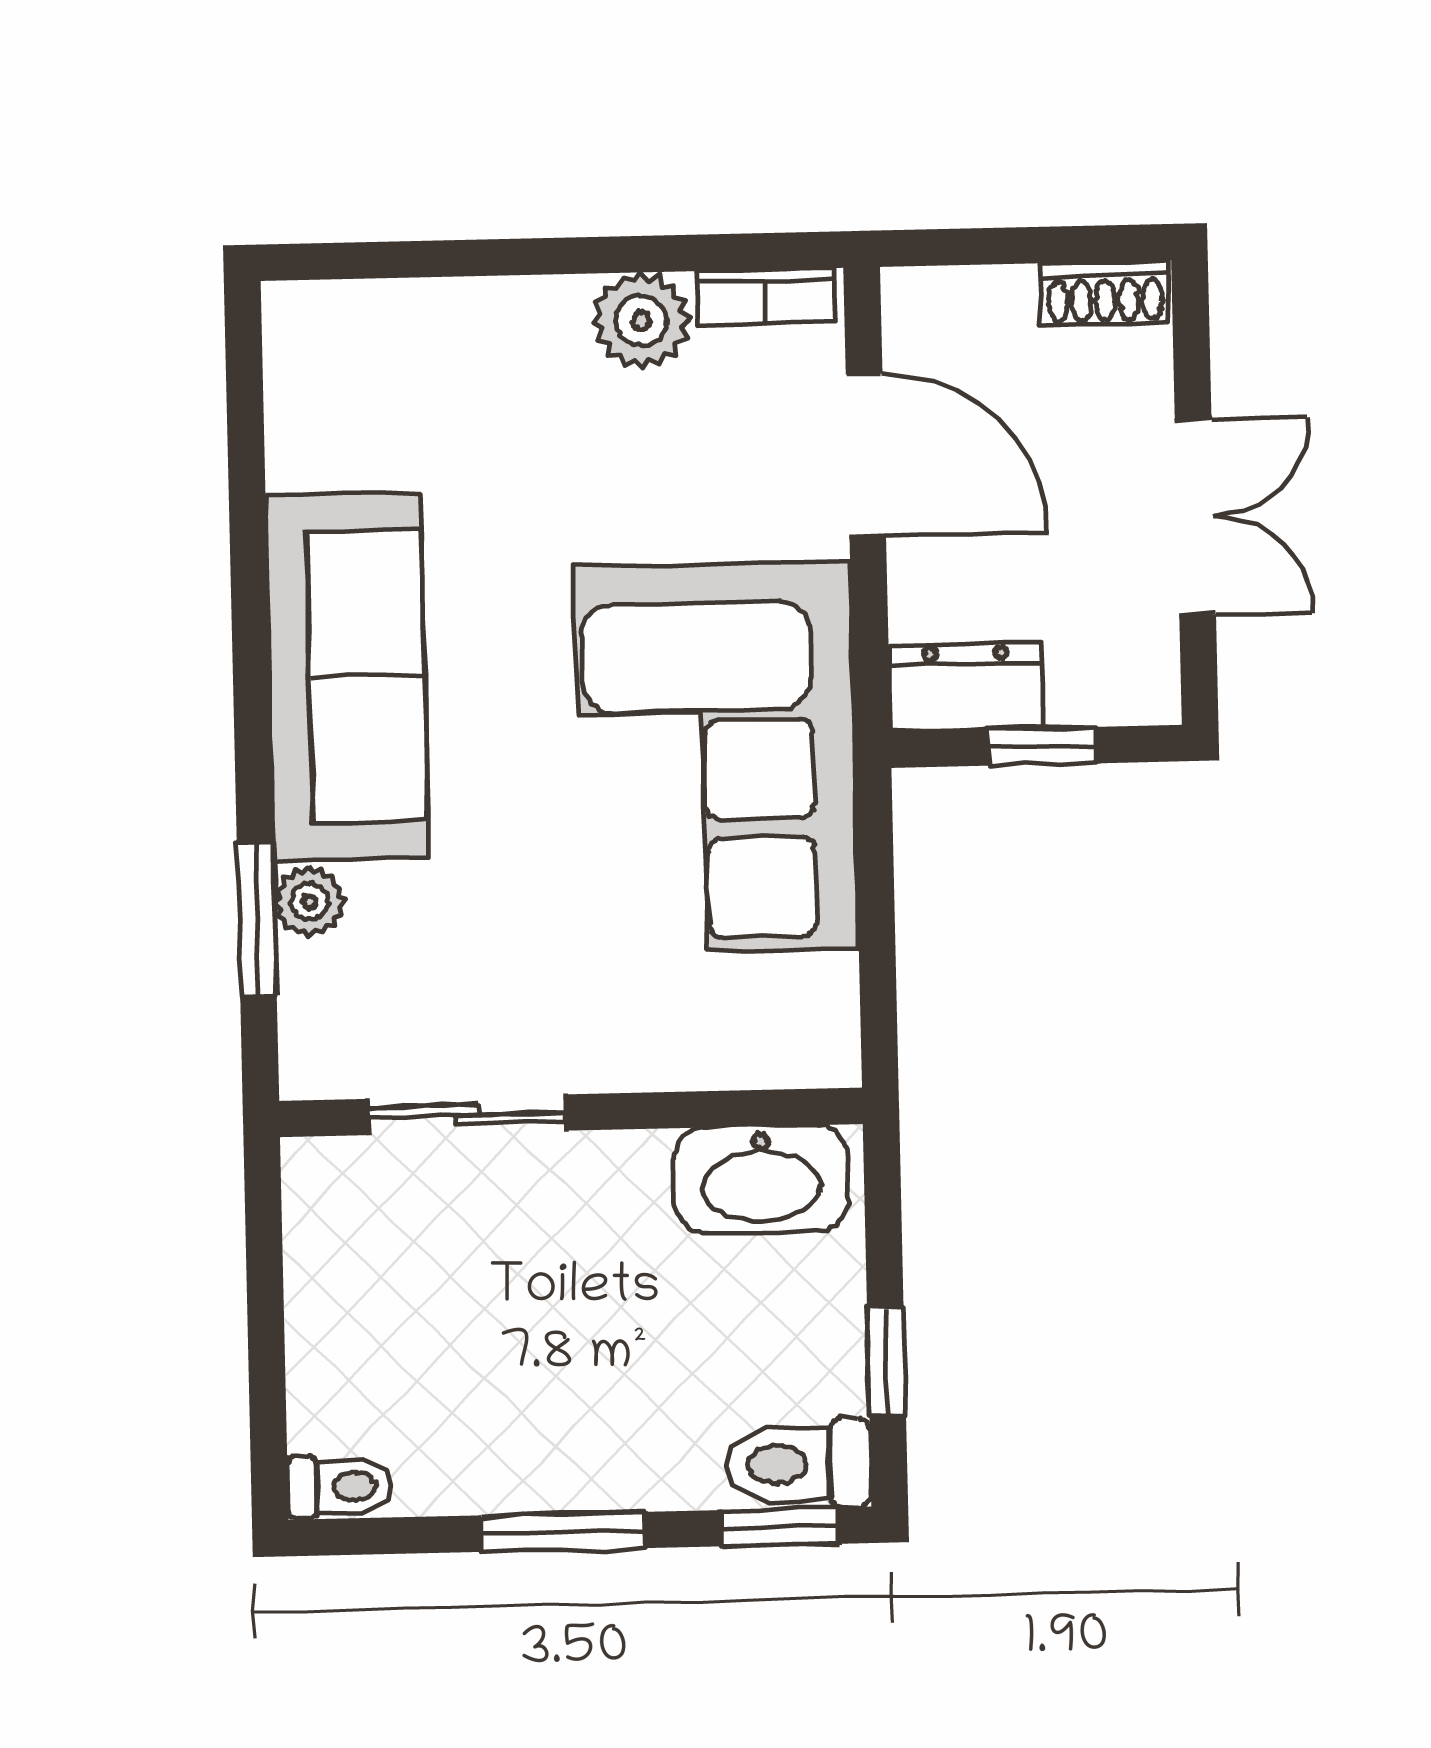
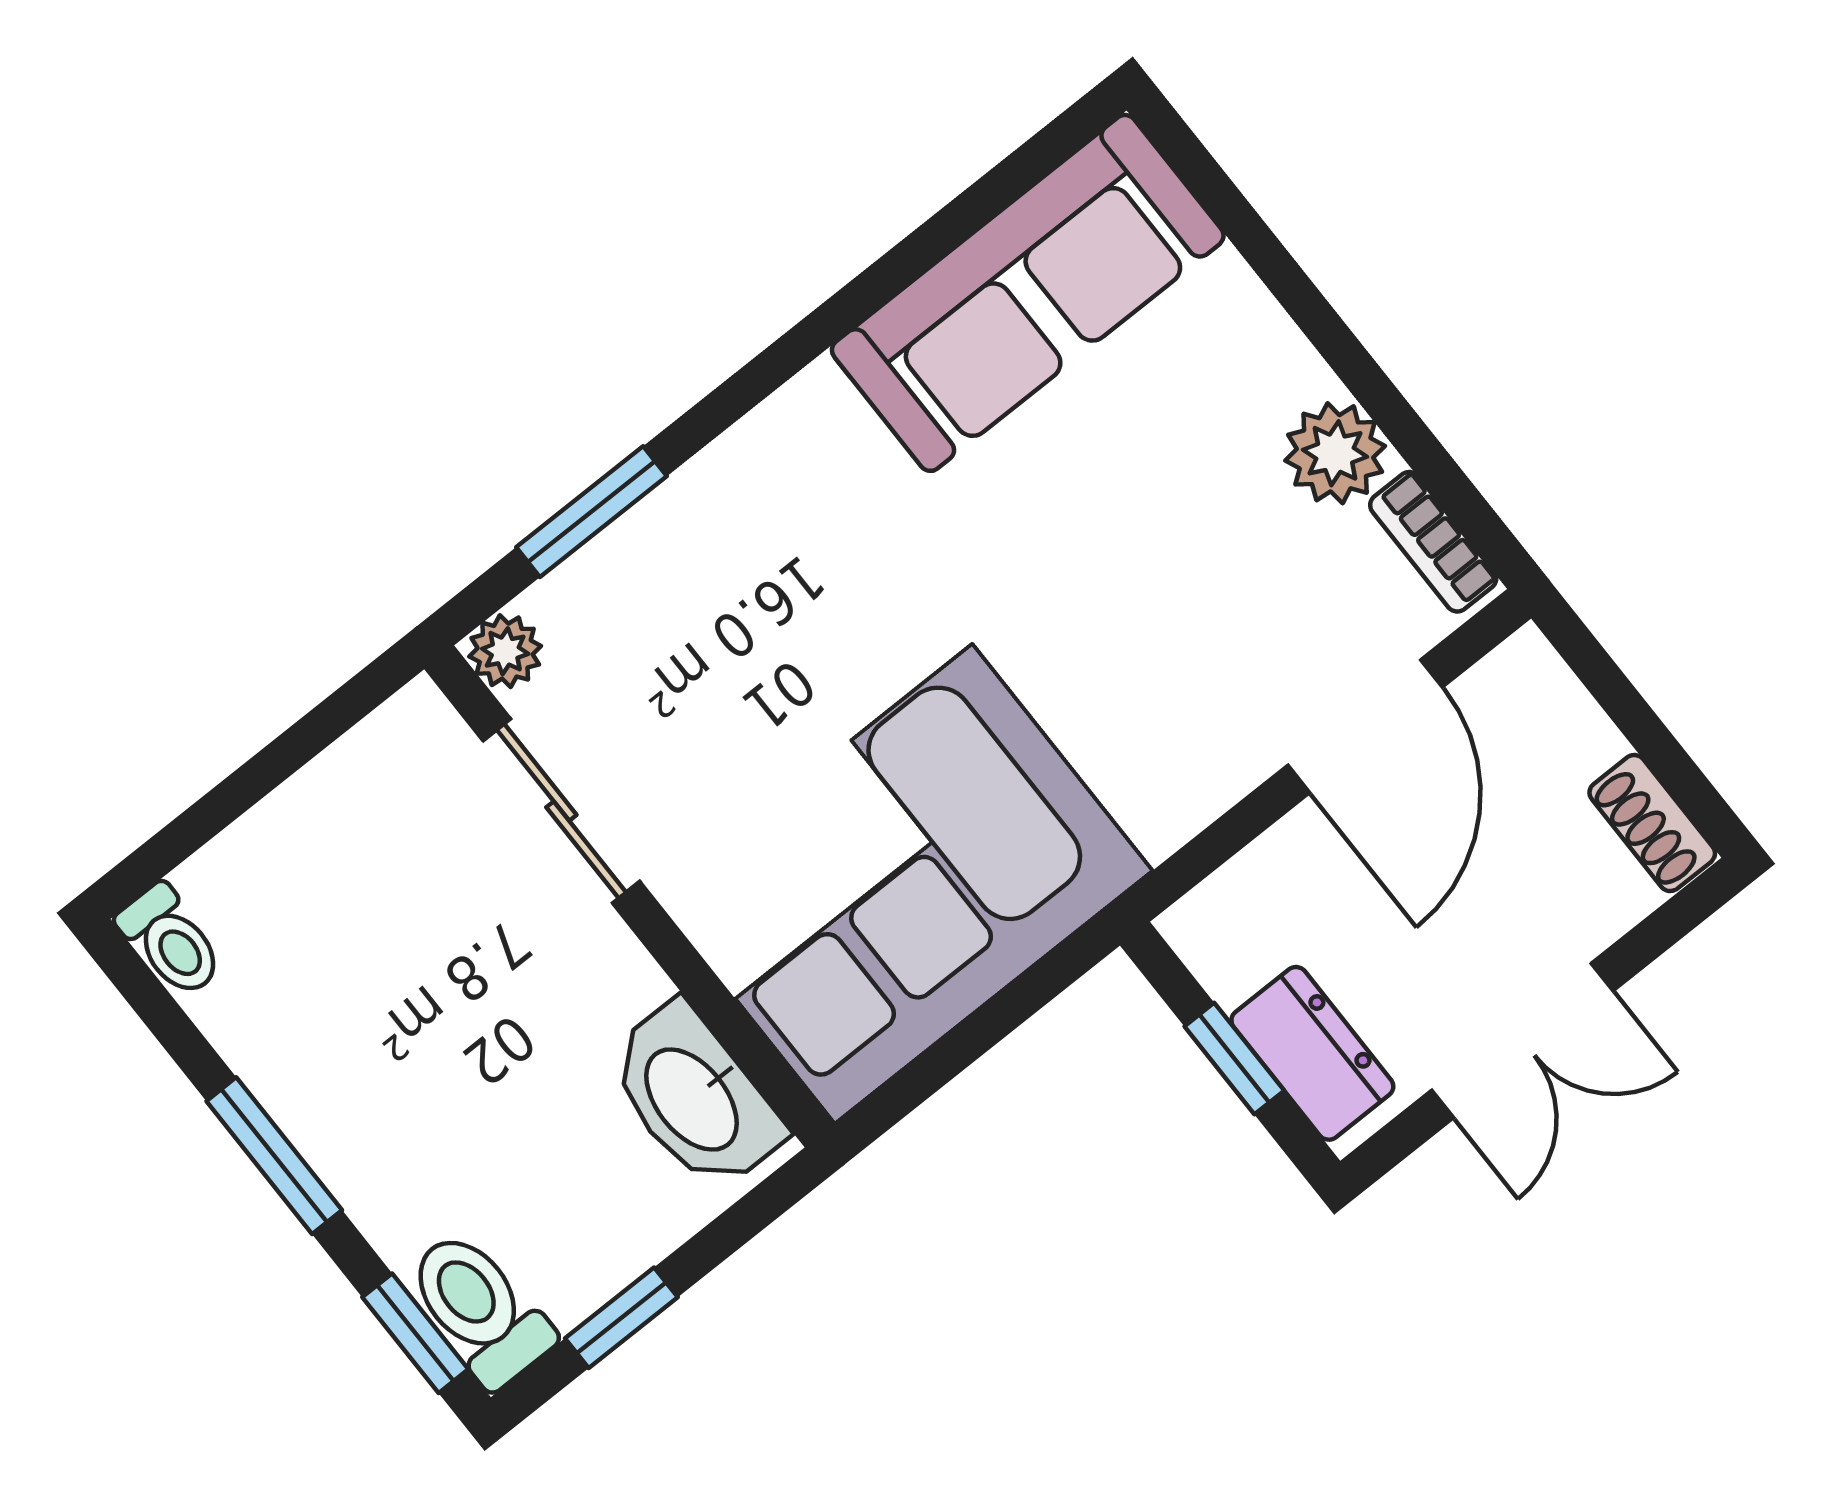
sofa: (347, 676) -> (1028, 293), moved
dresser: (966, 687) -> (1312, 1053), moved
corner sofa: (716, 757) -> (903, 884), moved
plant: (309, 902) -> (505, 651), moved

